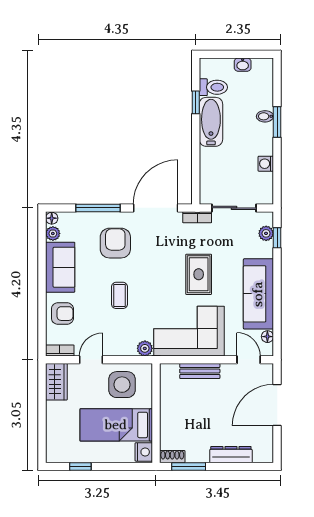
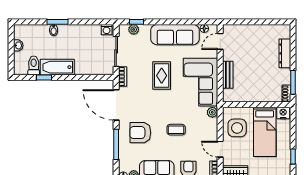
washing machine: (266, 164) -> (107, 30), moved
rug: (199, 274) -> (162, 76), turned 90
door: (277, 405) -> (251, 22), removed

